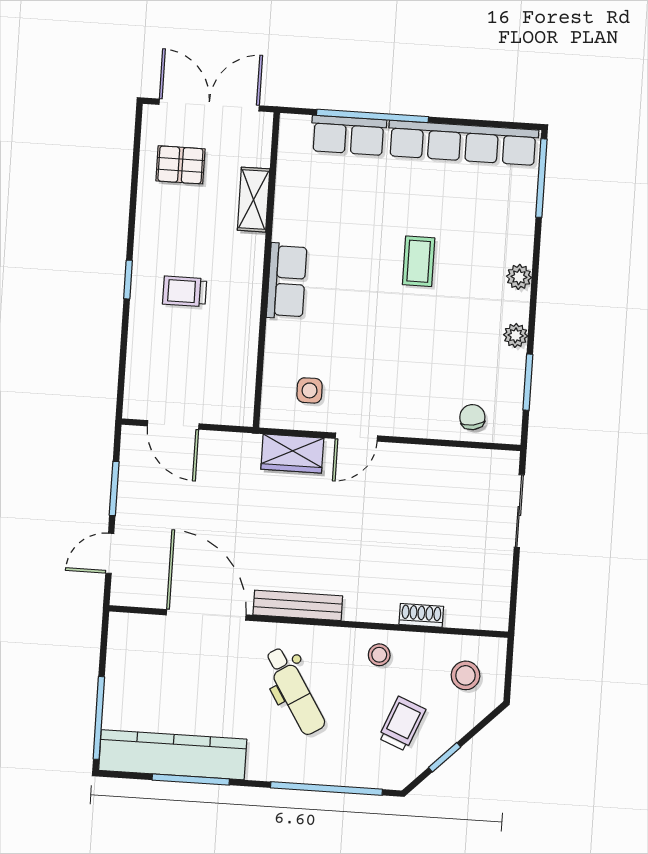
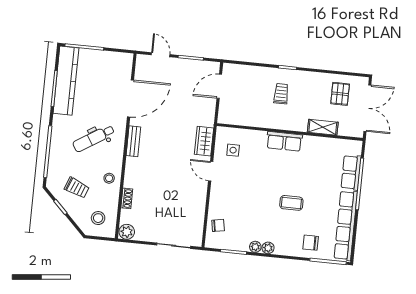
chair: (503, 217) -> (311, 243), added
plant: (519, 277) -> (268, 248), moved
bench: (298, 605) -> (133, 141), width x0.73
plant: (493, 613) -> (127, 232), added

